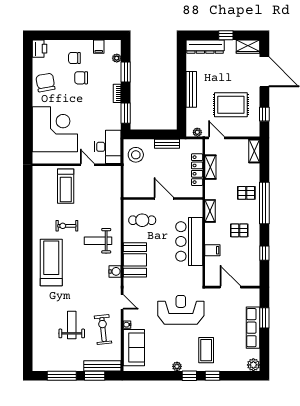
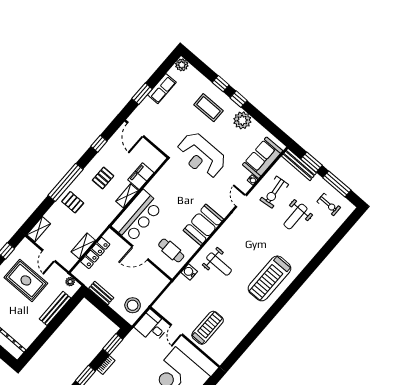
bench: (191, 89) -> (55, 308), moved
door: (217, 138) -> (49, 256), moved
desk: (108, 147) -> (152, 327), width x0.73
door: (164, 199) -> (140, 253), hinge flipped
shelving: (210, 211) -> (127, 196), moved
exercise bike: (67, 226) -> (329, 204), moved
pallet: (239, 230) -> (103, 178), turned 90
bar counter: (189, 241) -> (137, 216), moved
filing cabinet: (212, 250) -> (141, 176), width x2.00
water cooler: (115, 271) -> (189, 272), moved
door: (230, 287) -> (135, 129), moved
row of seats: (253, 328) -> (162, 89), width x0.68
coffee table: (206, 350) -> (208, 108), turned 90
plant: (177, 366) -> (242, 120), width x1.88, depth x1.88

